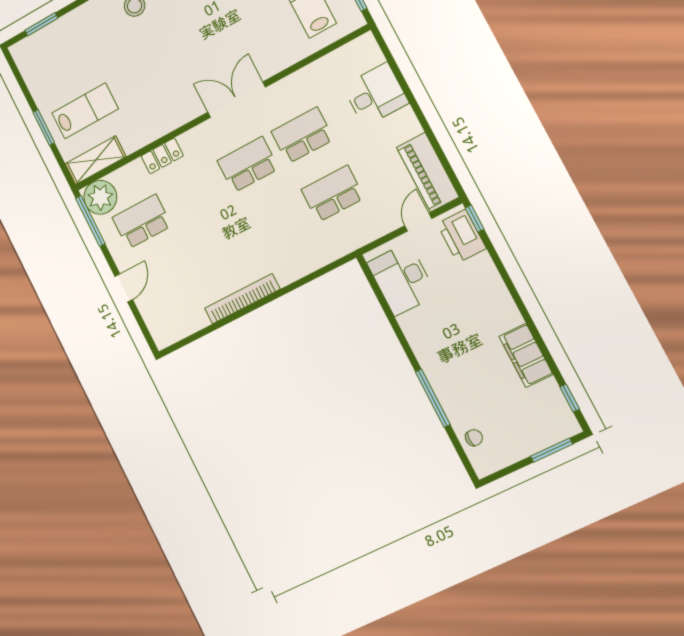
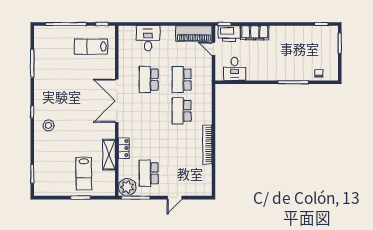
double door: (237, 100) -> (117, 101), width x1.36
lab bench: (85, 111) -> (84, 174), turned 180
shelving: (96, 160) -> (109, 155), moved
school desk: (248, 165) -> (182, 111), moved
desk: (402, 279) -> (235, 69), width x0.73
door: (124, 288) -> (175, 198), swing flipped
filing cabinet: (526, 355) -> (255, 33), moved

